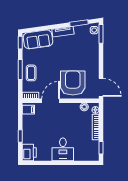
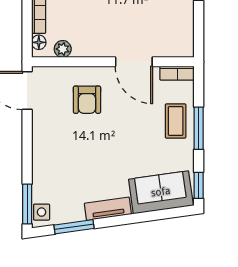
armchair: (73, 83) -> (87, 100), width x0.53, depth x0.53
door: (51, 101) -> (134, 62), hinge flipped
filing cabinet: (28, 110) -> (181, 43), removed

